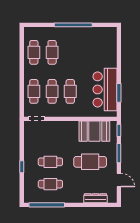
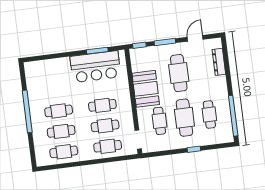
cafe table: (70, 52) -> (59, 111), added
booth: (94, 131) -> (146, 89), moved
cafe table: (50, 140) -> (159, 121), added
cafe table: (50, 162) -> (184, 118), width x1.37, depth x1.35

